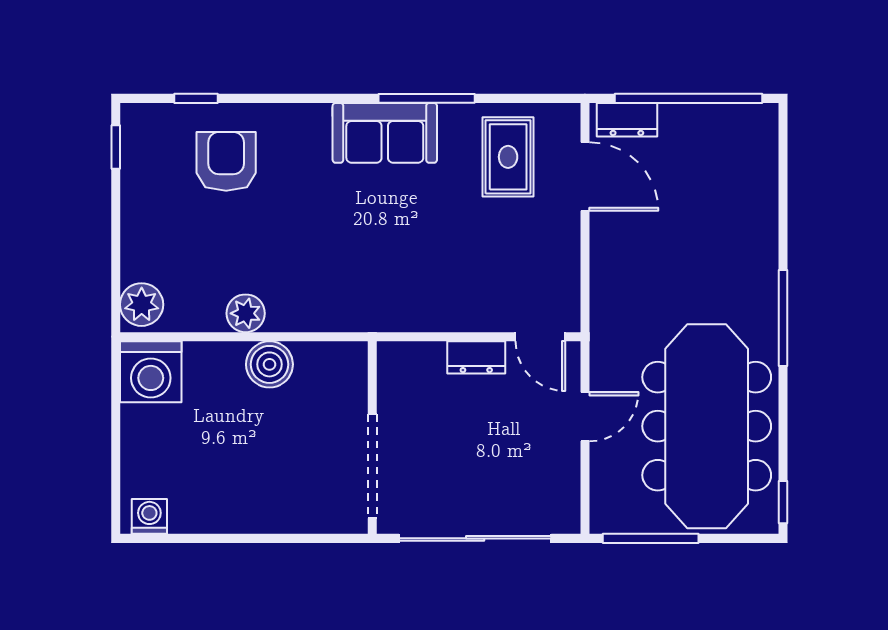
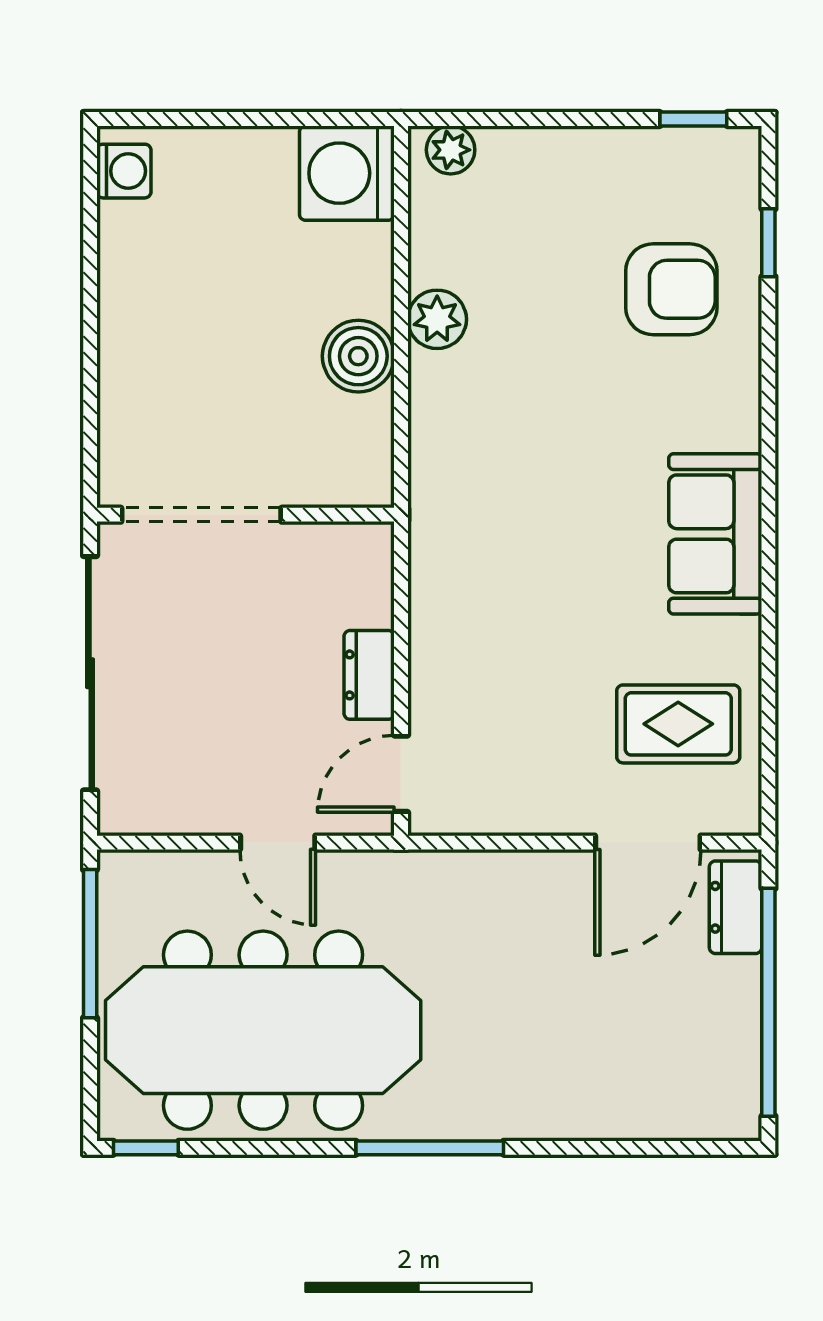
window: (427, 98) -> (768, 599), removed
plant: (142, 305) -> (451, 150), width x0.73, depth x0.73

